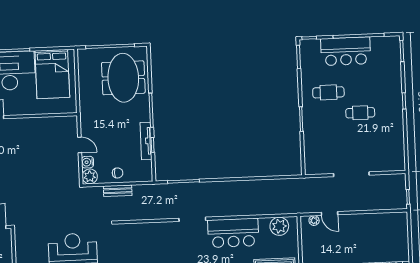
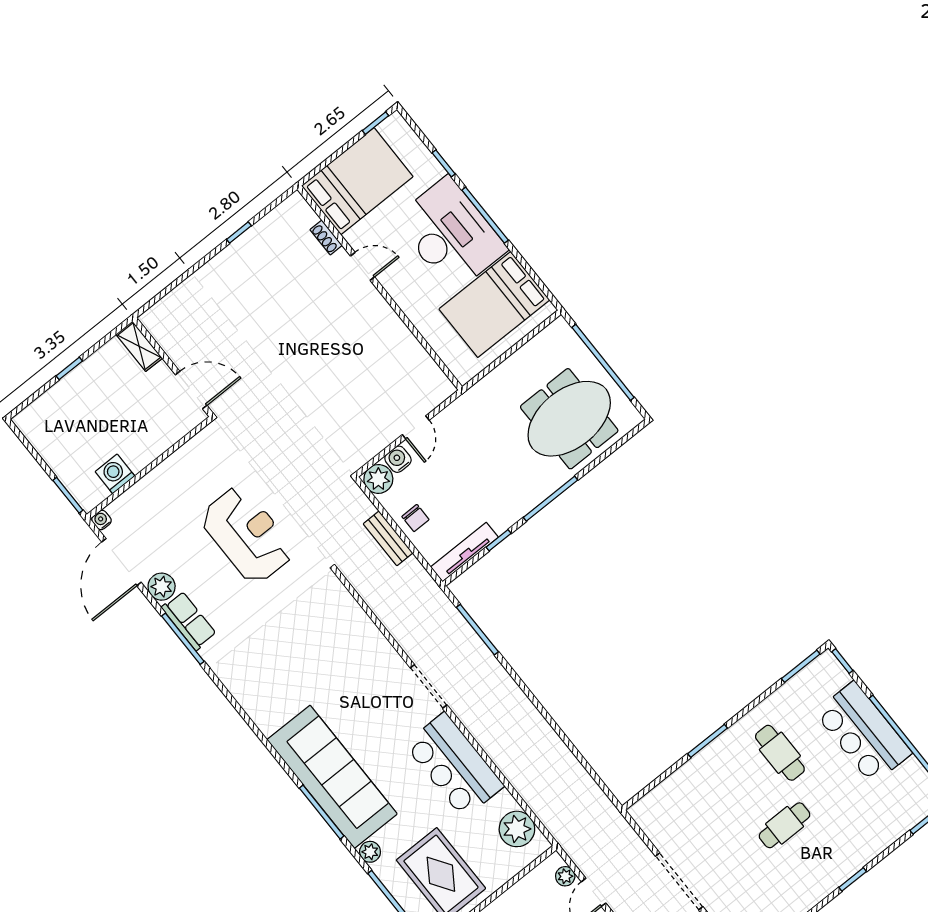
cafe table: (360, 113) -> (785, 825), turned 90
tv unit: (146, 141) -> (464, 552), moved

